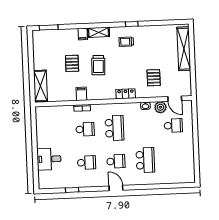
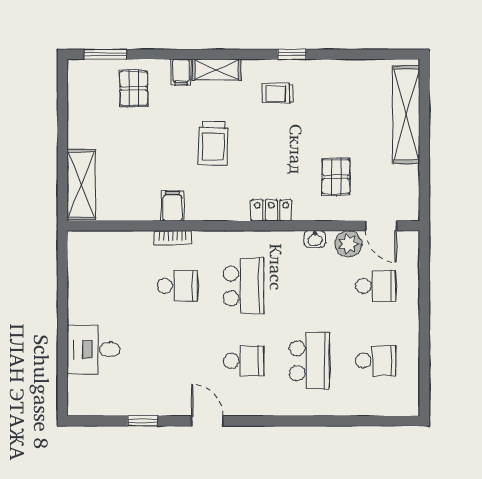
pallet: (72, 63) -> (134, 88), moved
school desk: (86, 163) -> (376, 361), moved
door: (116, 188) -> (207, 421), moved

